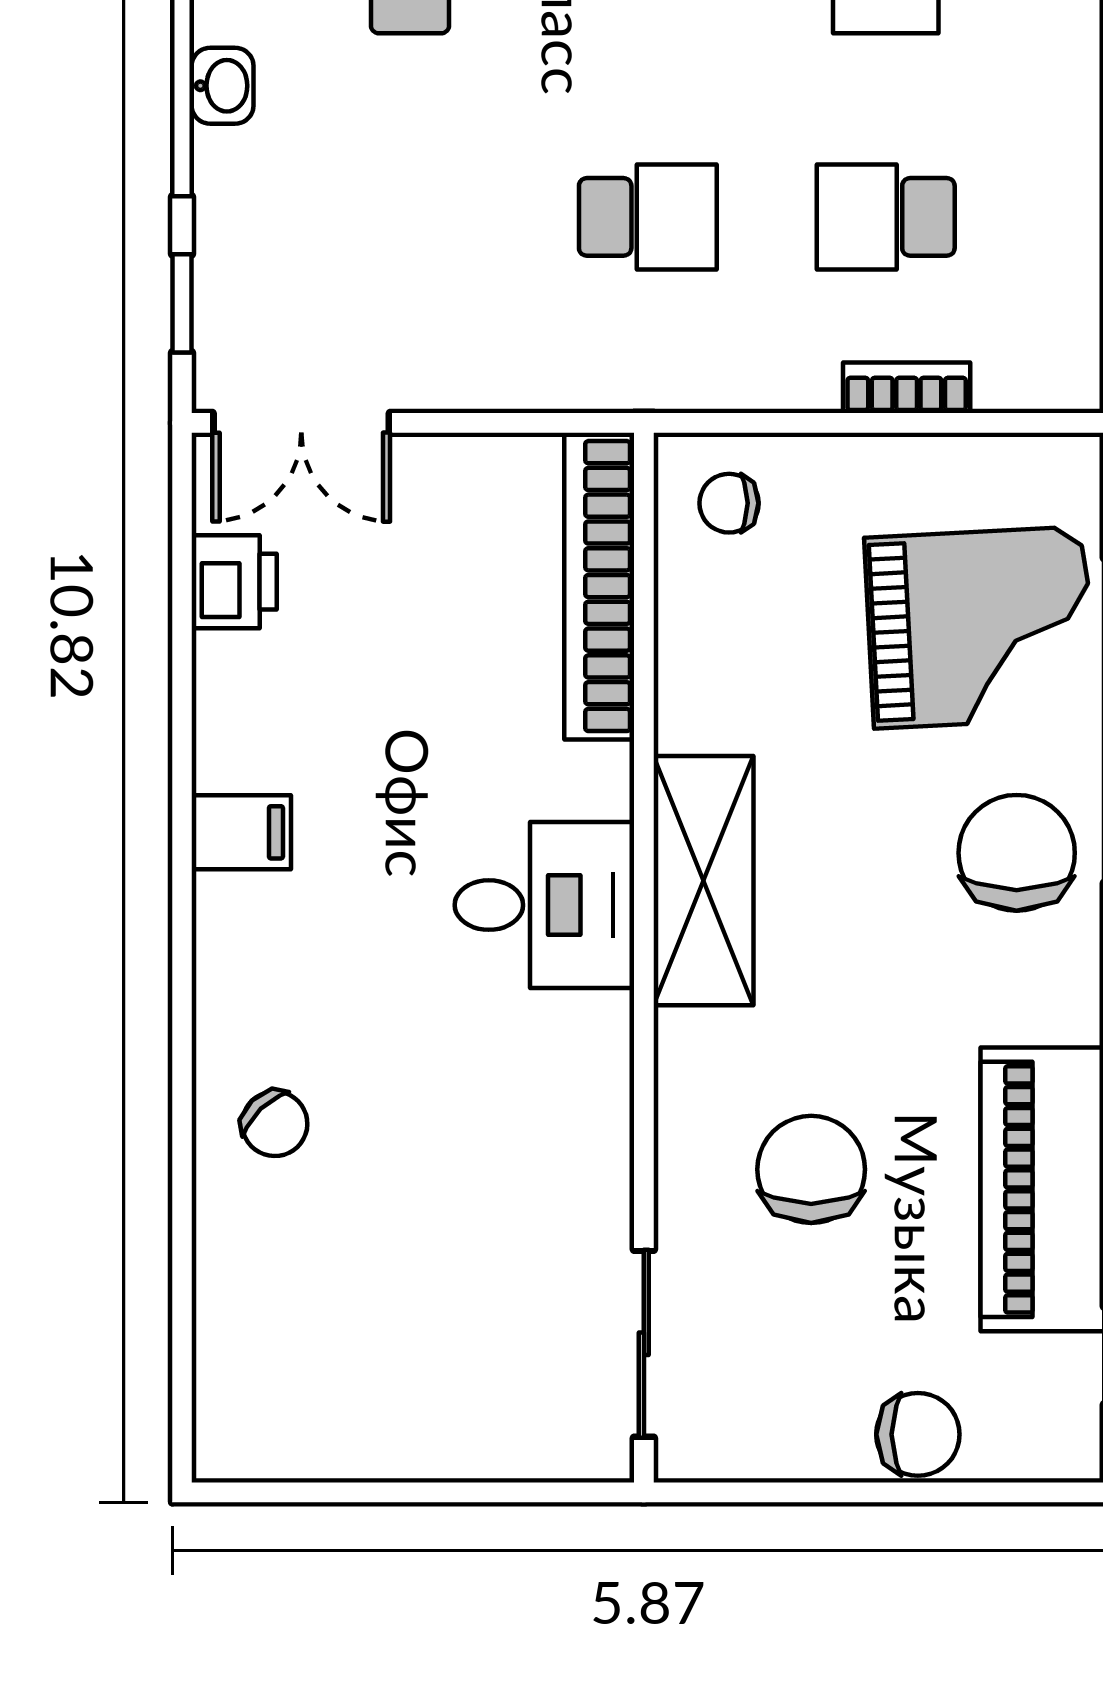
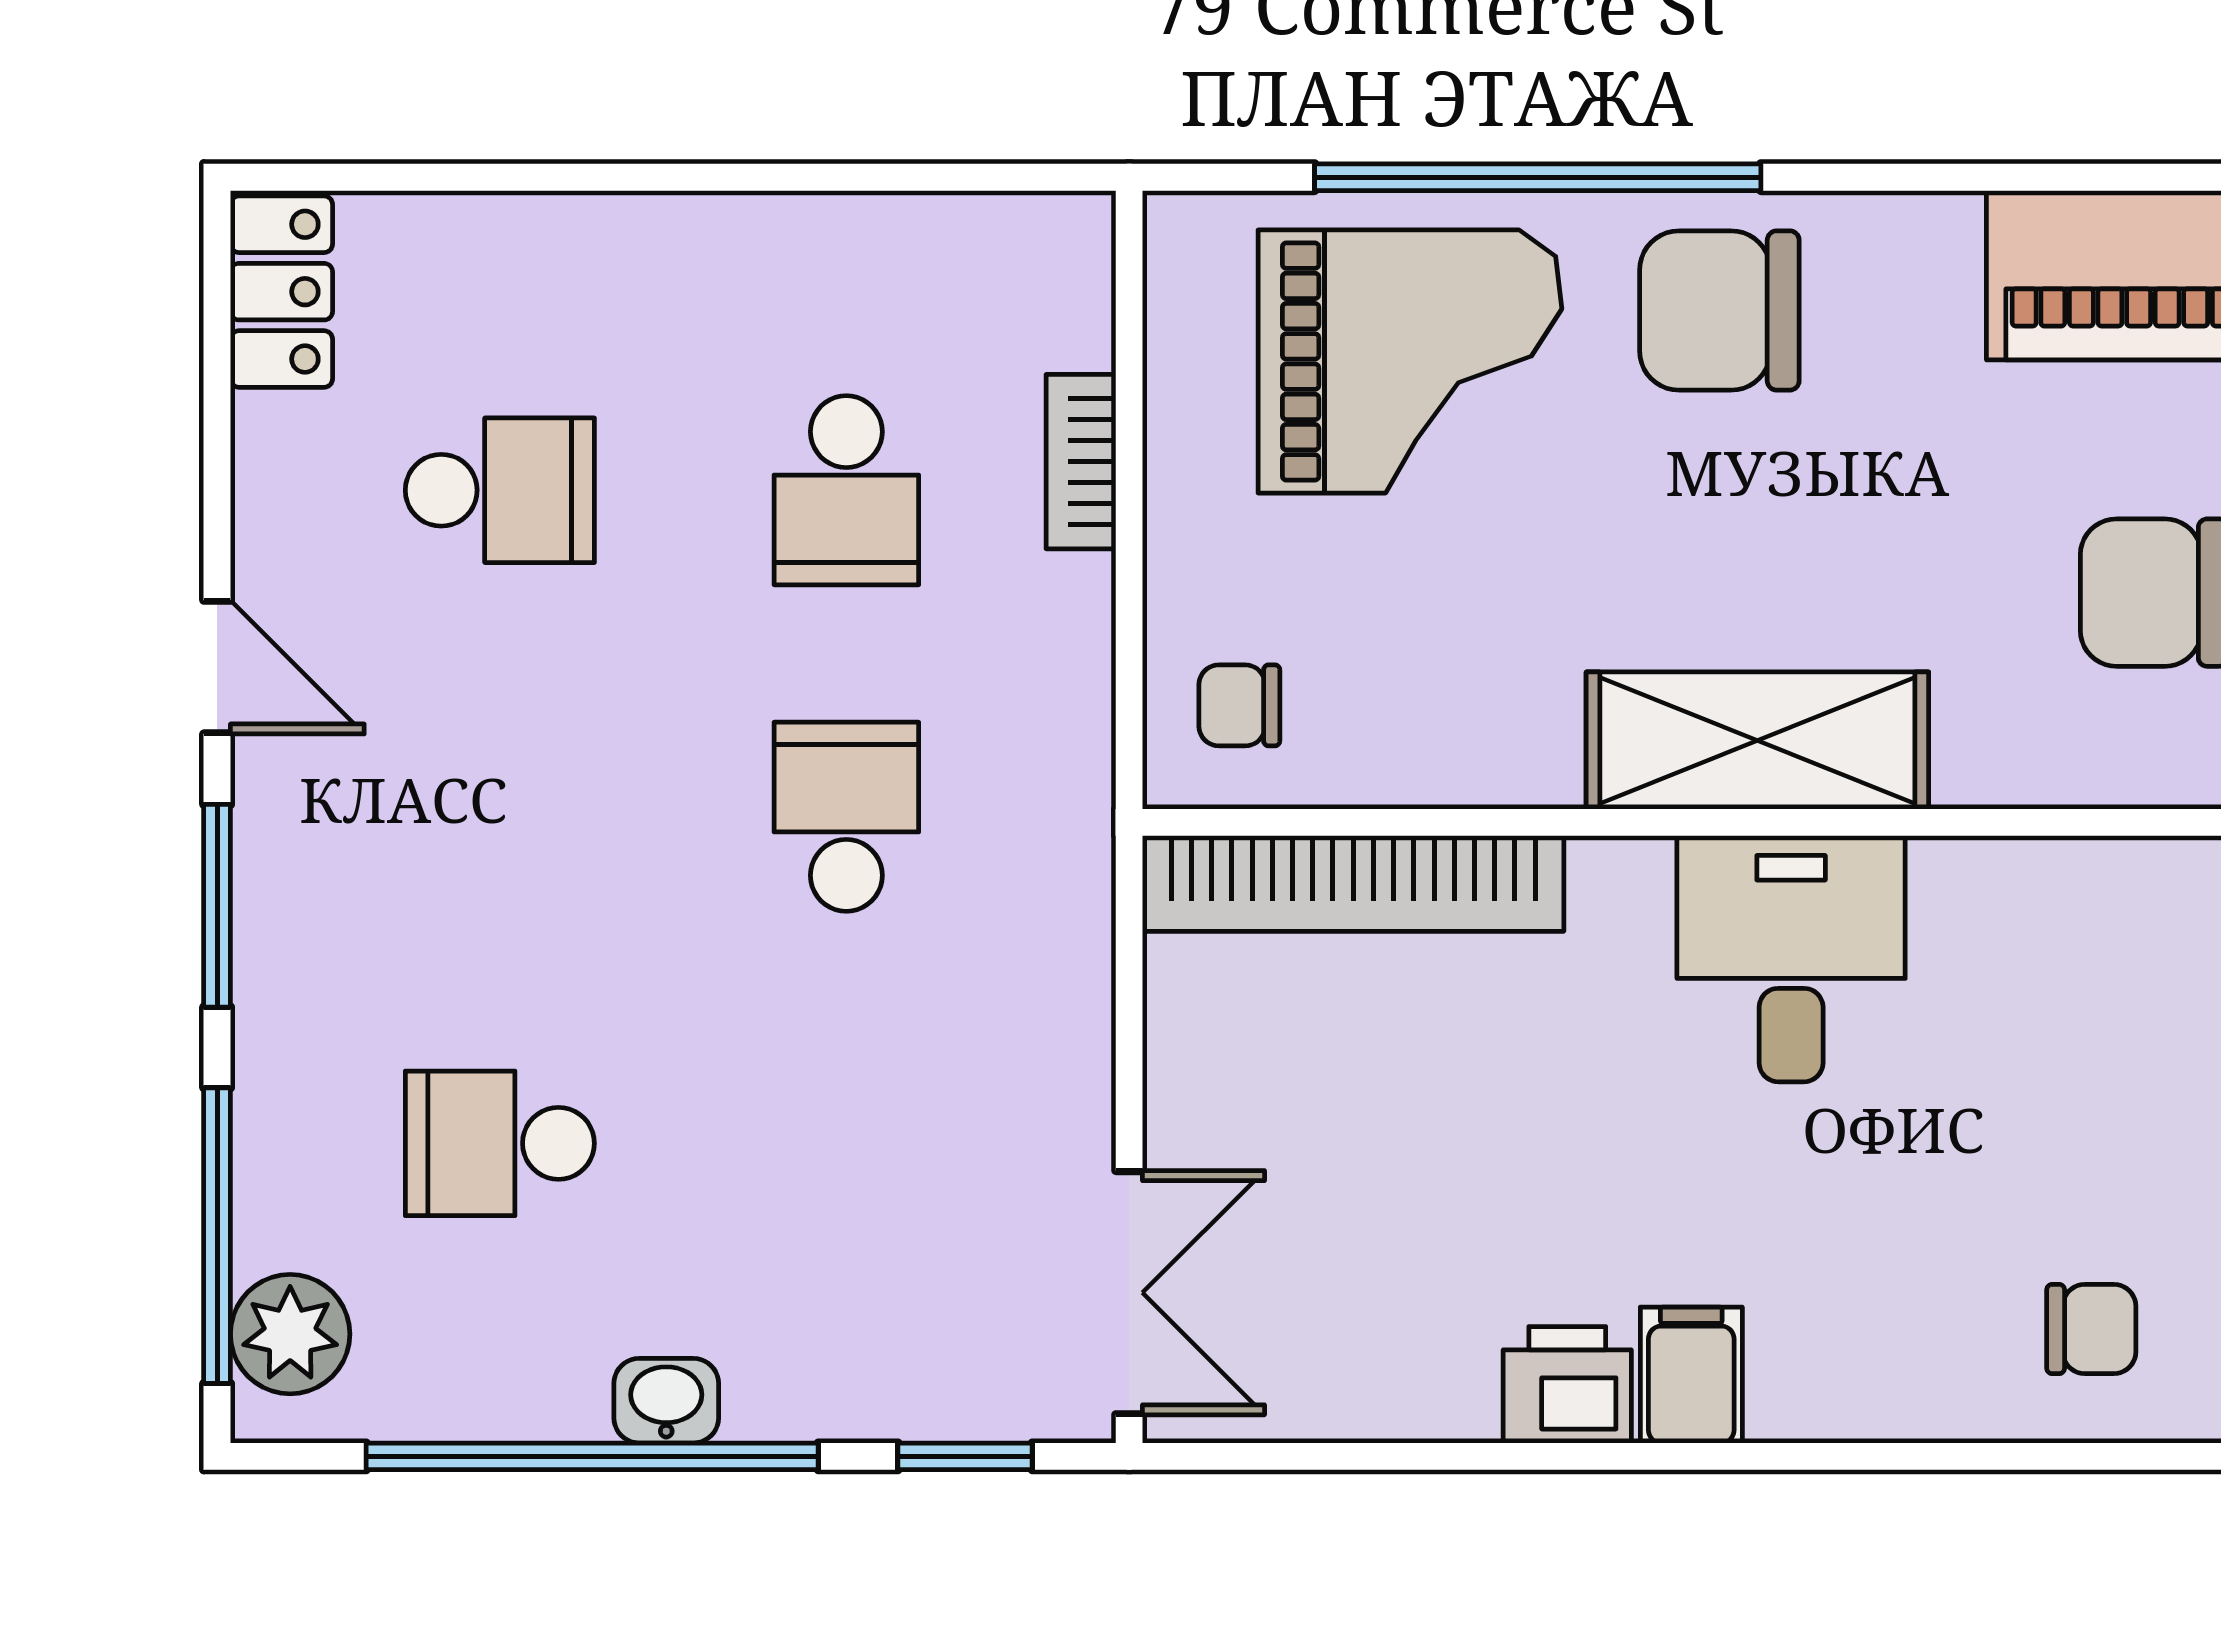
chair: (729, 503) -> (1239, 705), turned 90
printer: (234, 582) -> (1567, 1385), moved
grand piano: (979, 627) -> (1410, 362), turned 93
chair: (275, 1124) -> (2091, 1329), turned 44

